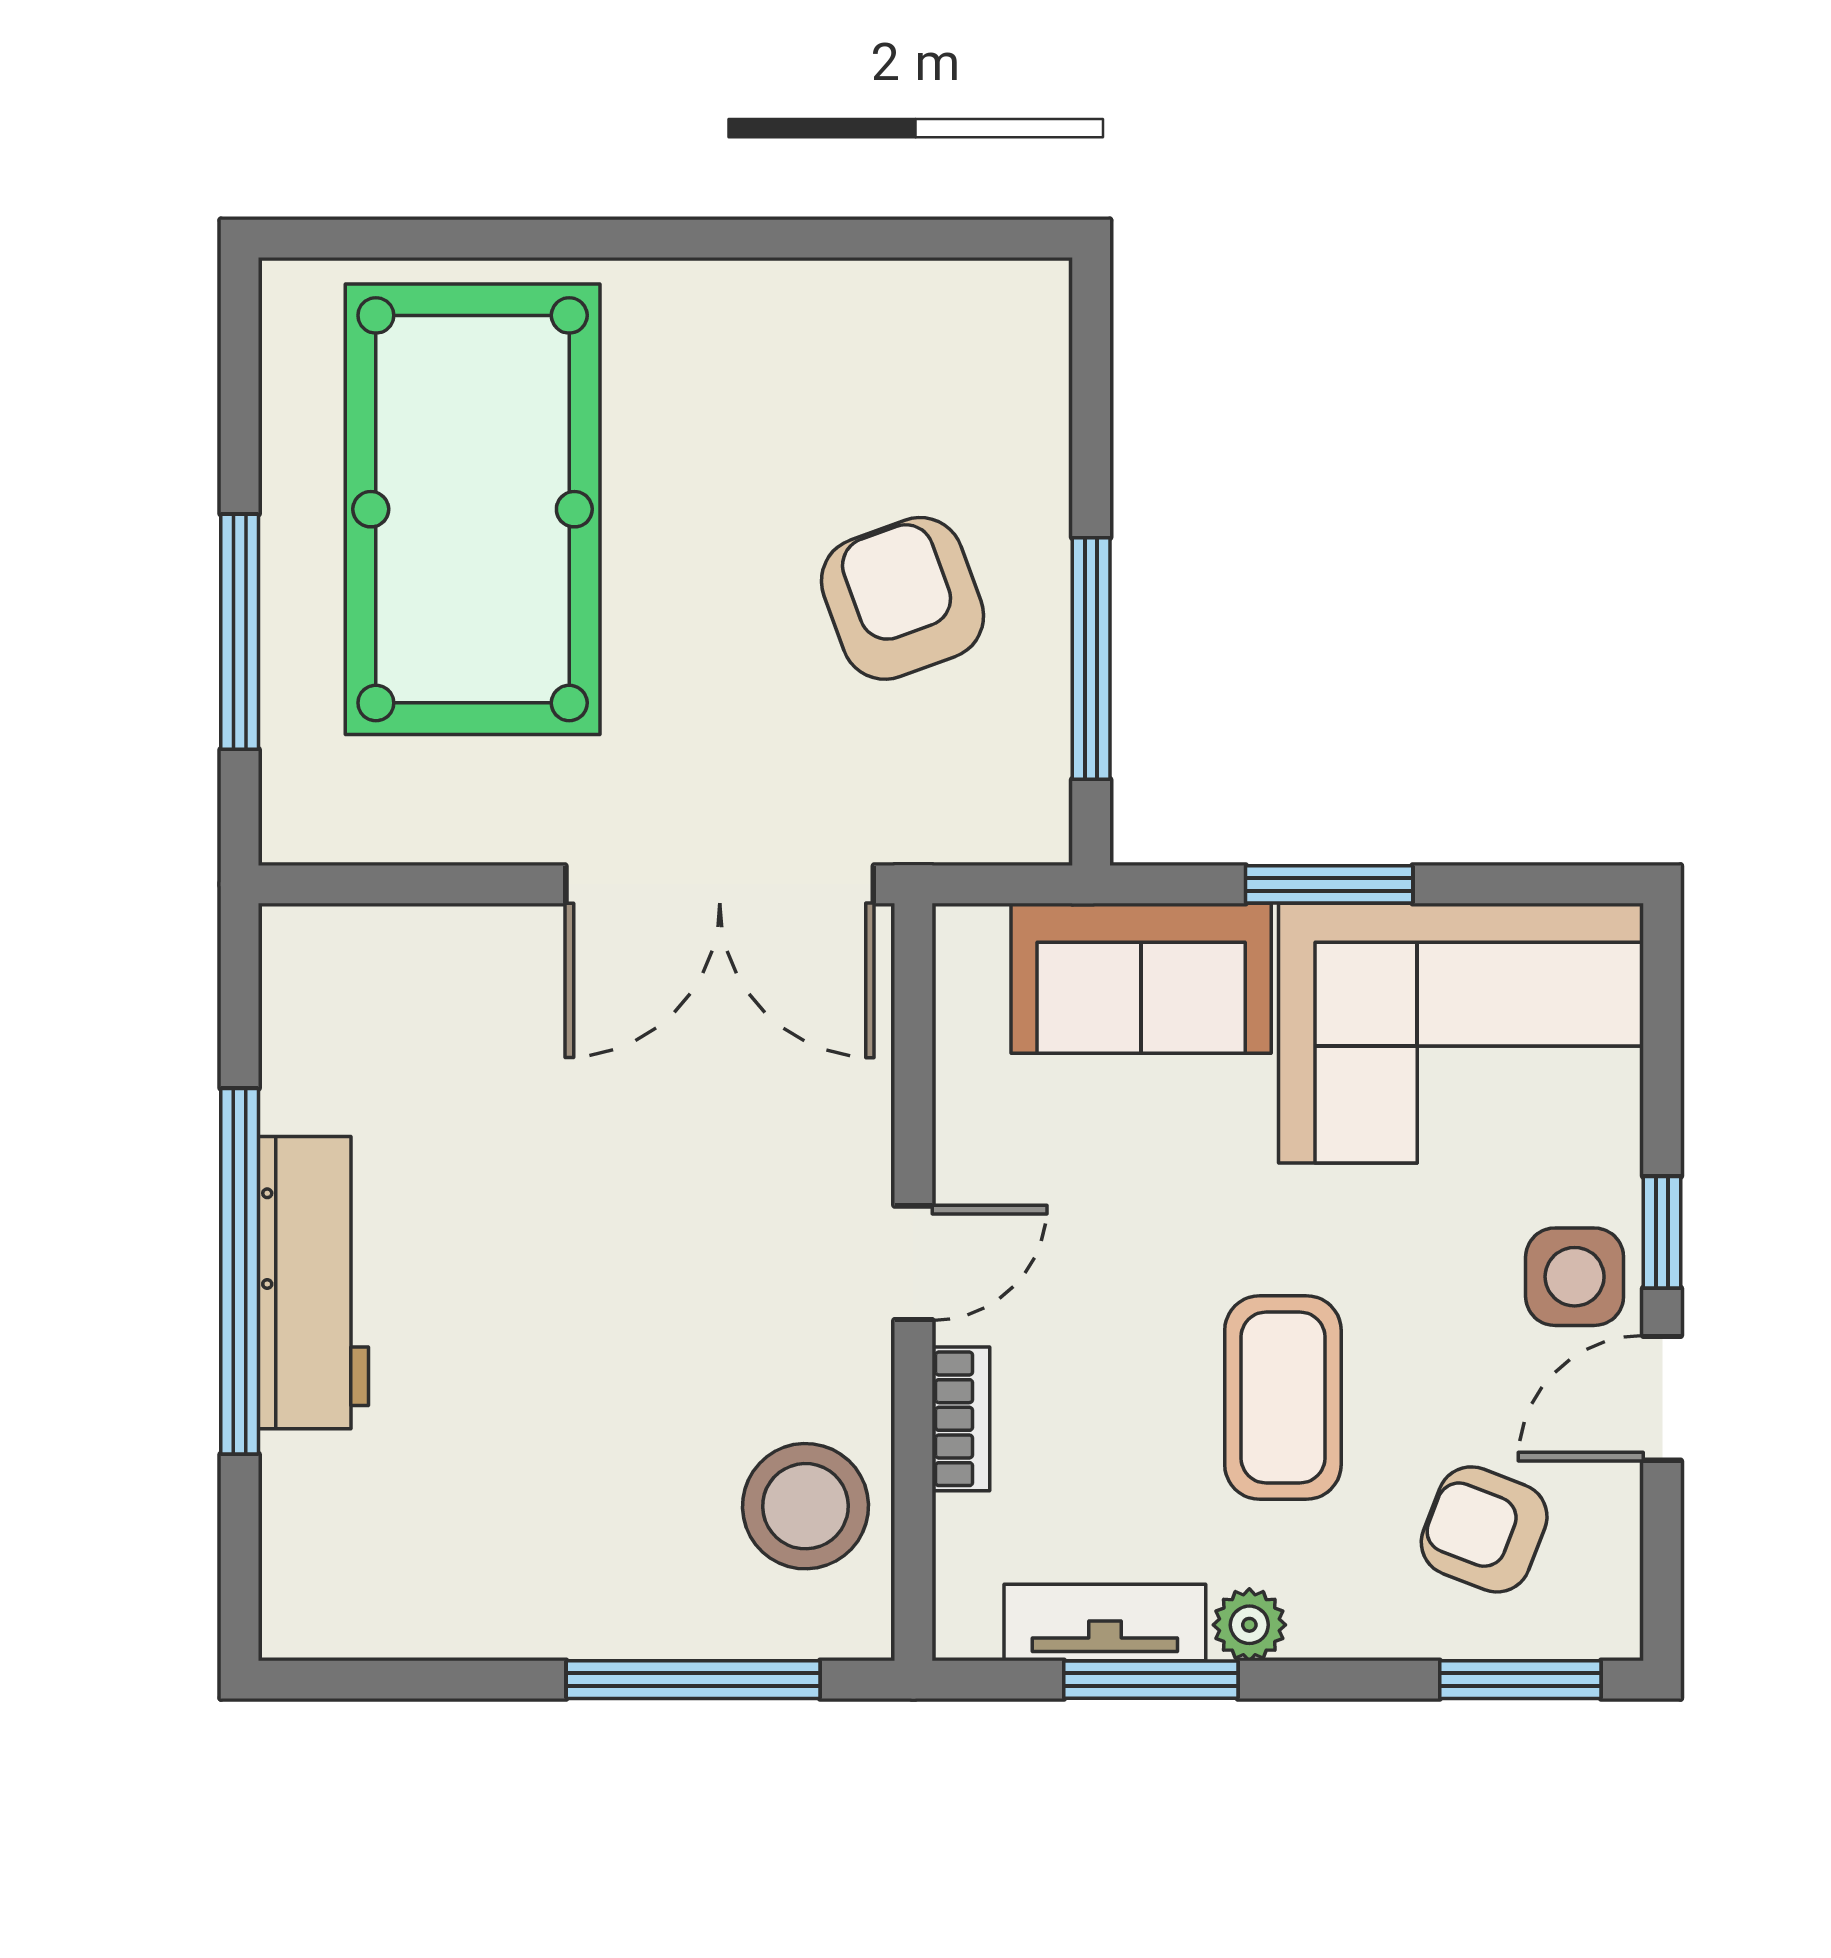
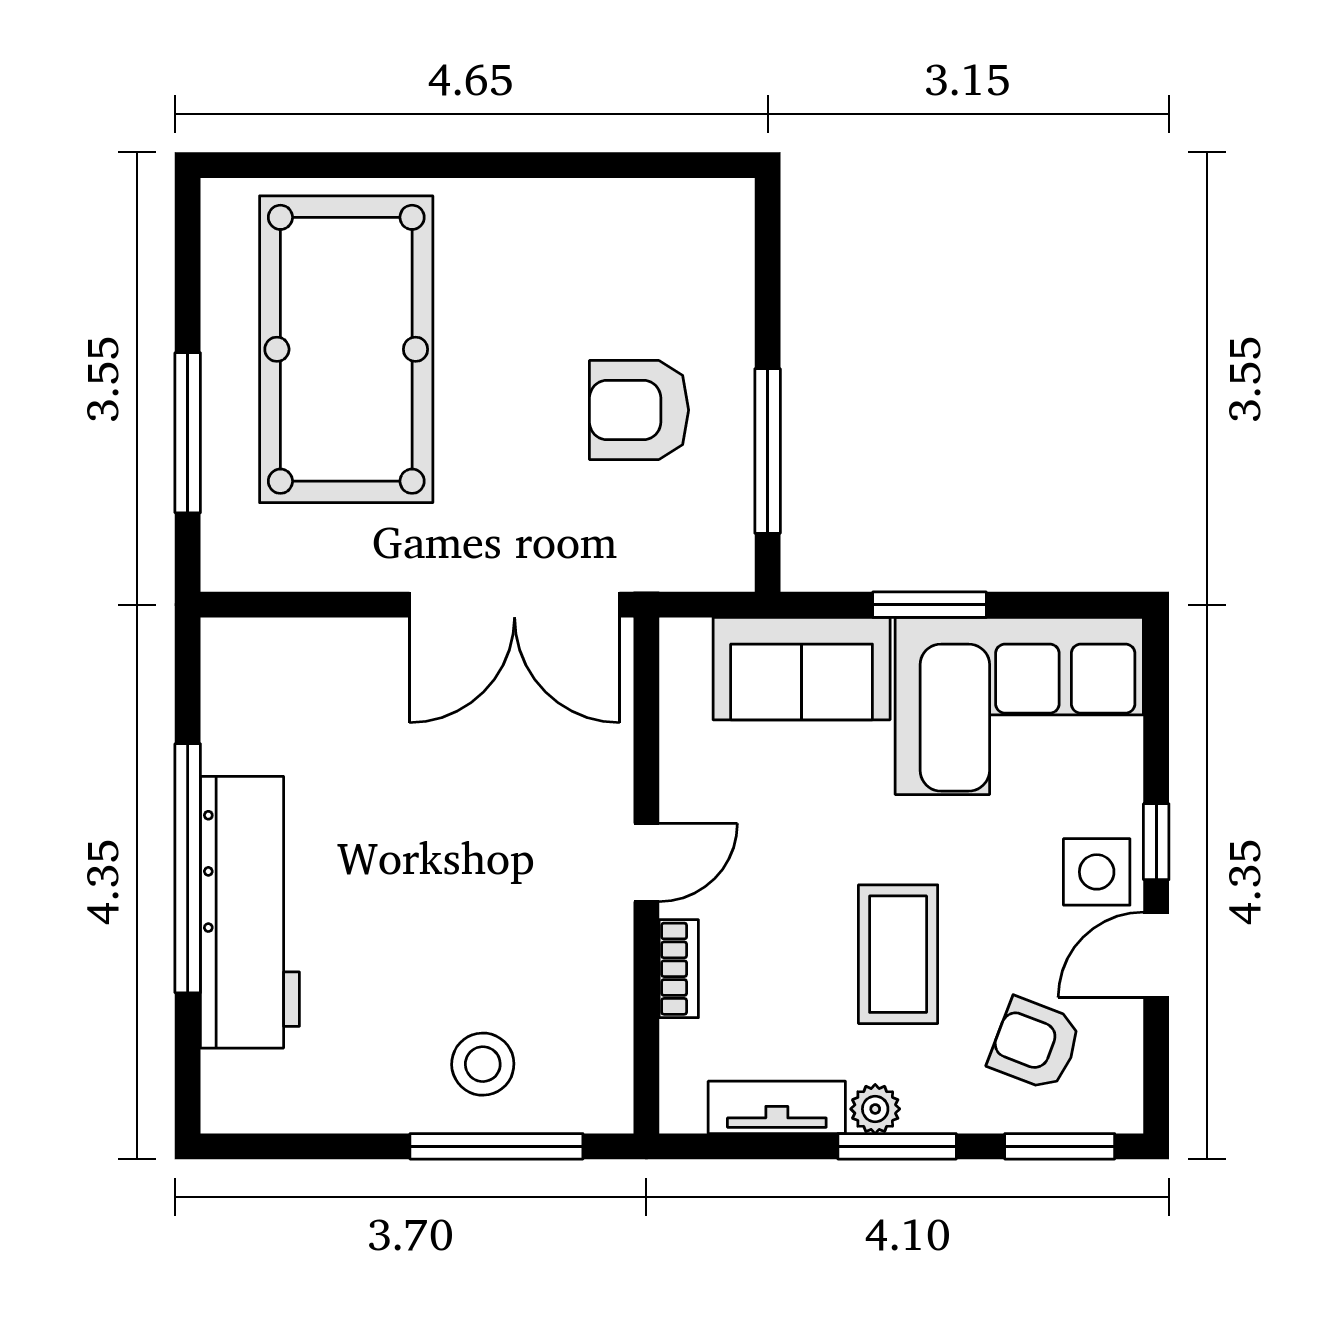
armchair: (903, 598) -> (639, 410), turned -70
workbench: (313, 1283) -> (250, 912), width x1.36, depth x1.32
stool: (805, 1506) -> (483, 1064), moved, width x0.73, depth x0.73
window: (1151, 1680) -> (897, 1146), moved

